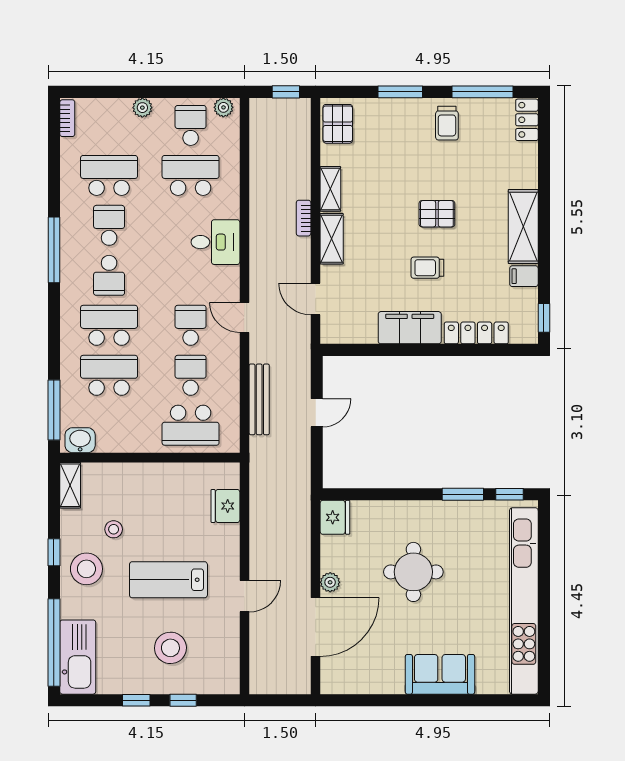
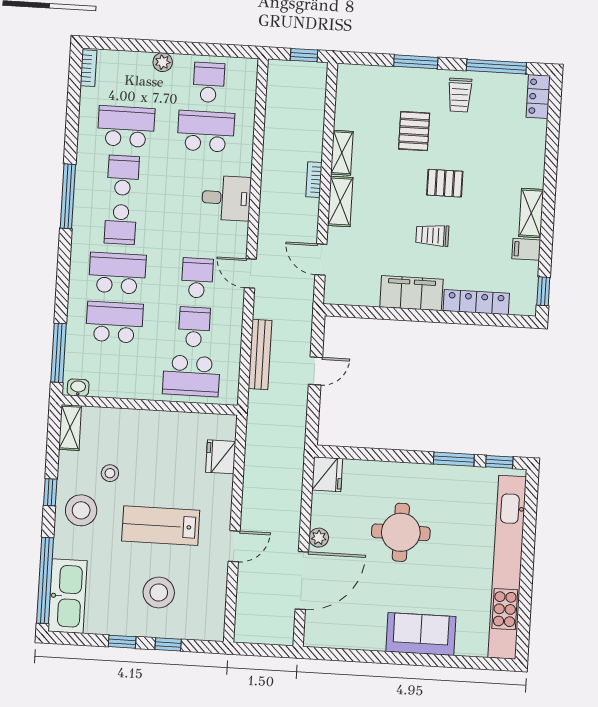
plant: (223, 107) -> (242, 67), removed
pallet: (338, 124) -> (414, 131), moved
shelving: (523, 227) -> (531, 213), width x0.67, depth x0.75
washbasin: (80, 440) -> (78, 388), width x0.72, depth x0.69

